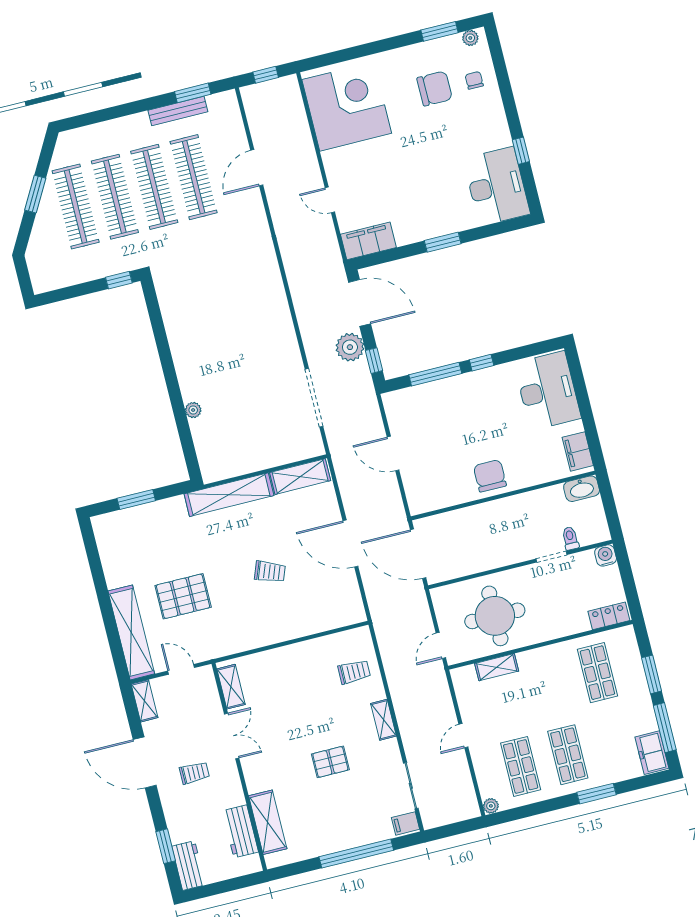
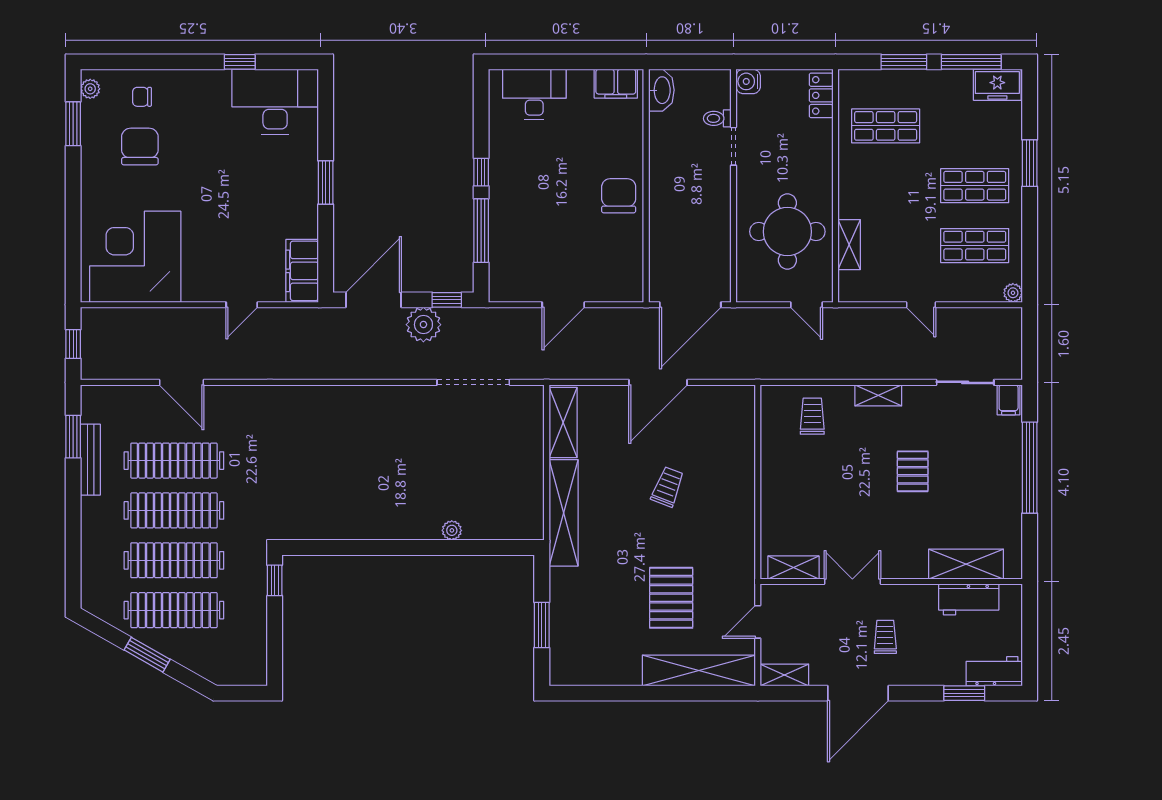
desk: (548, 391) -> (534, 94), width x0.73, depth x0.77
chair: (490, 476) -> (619, 196), turned 90

